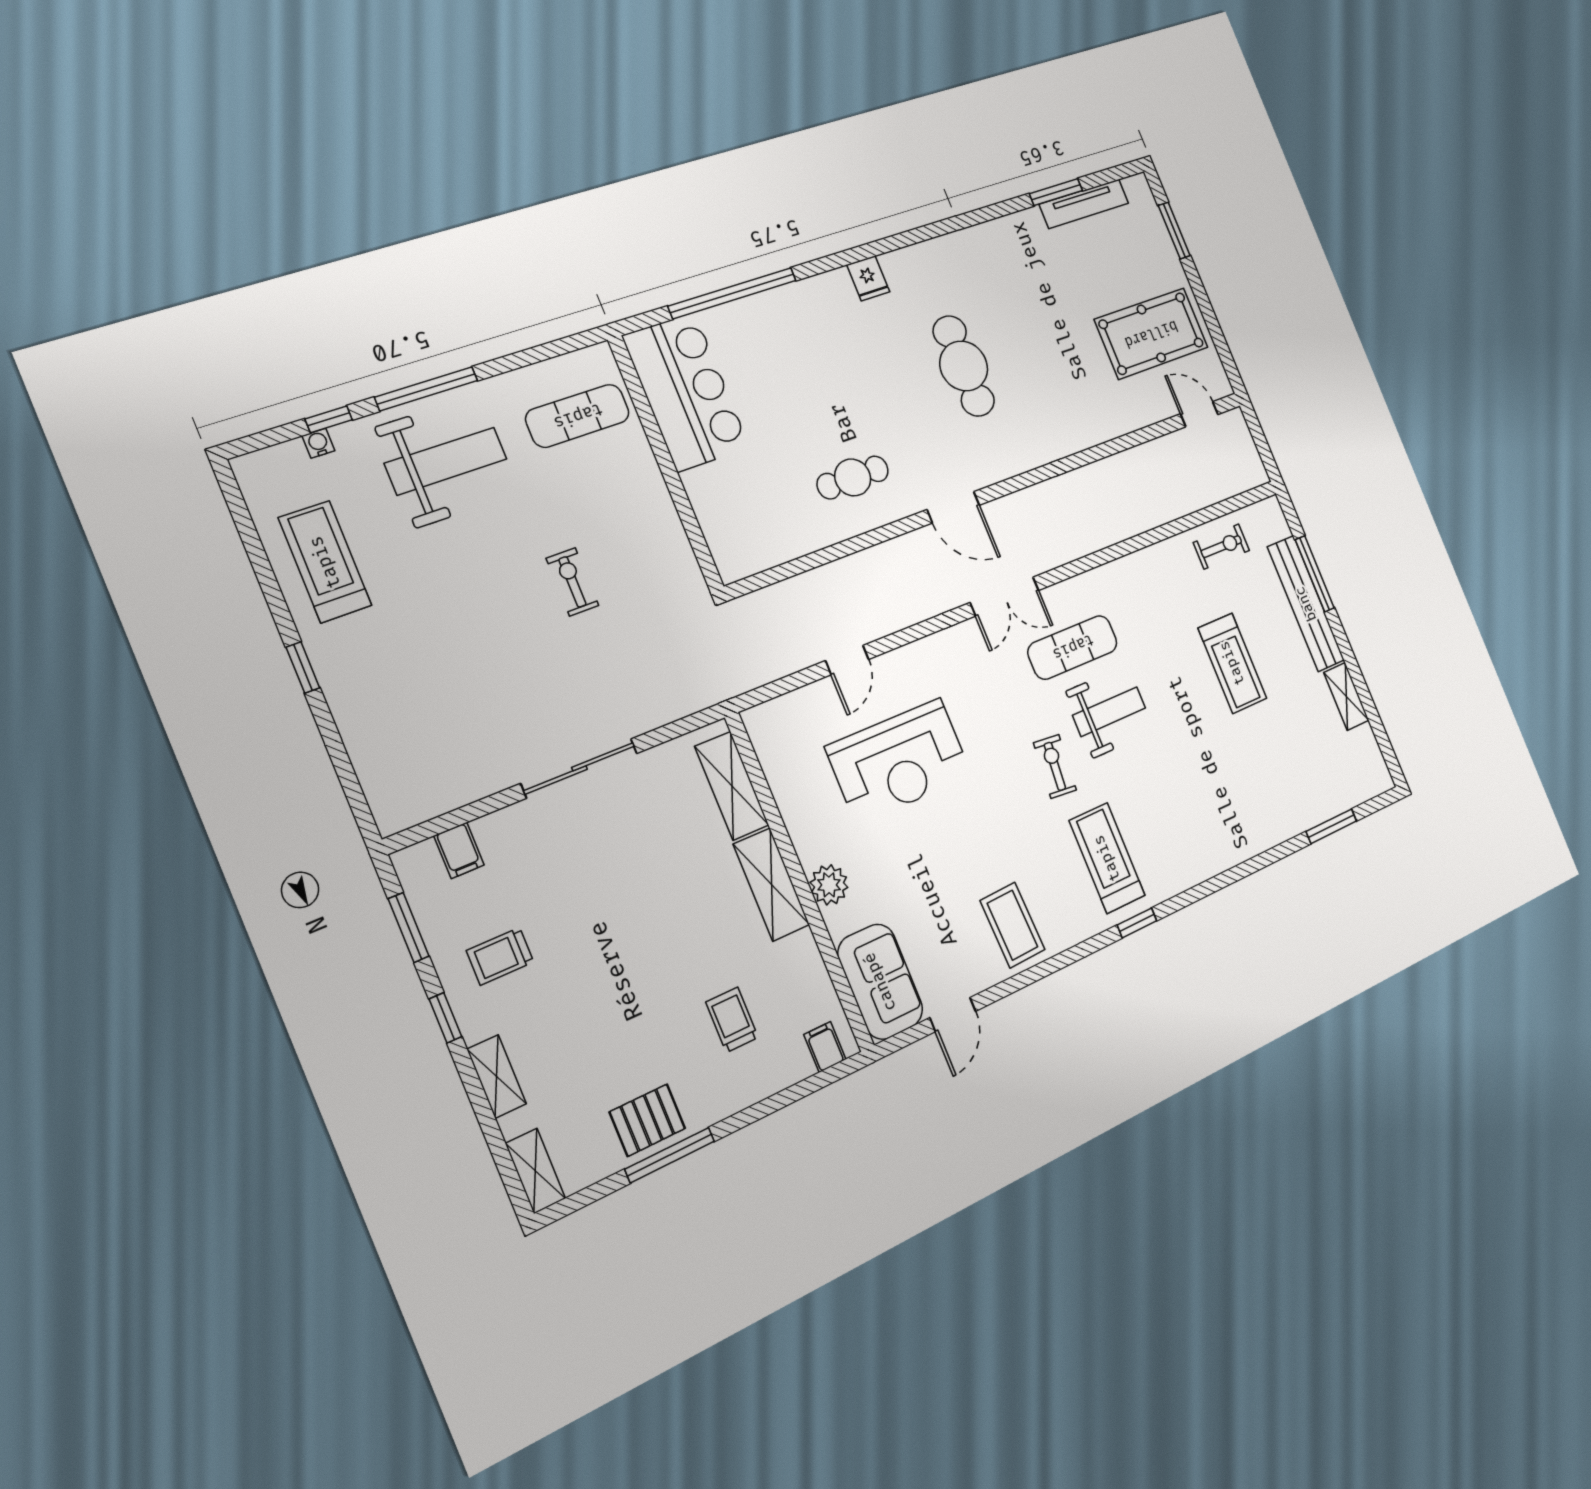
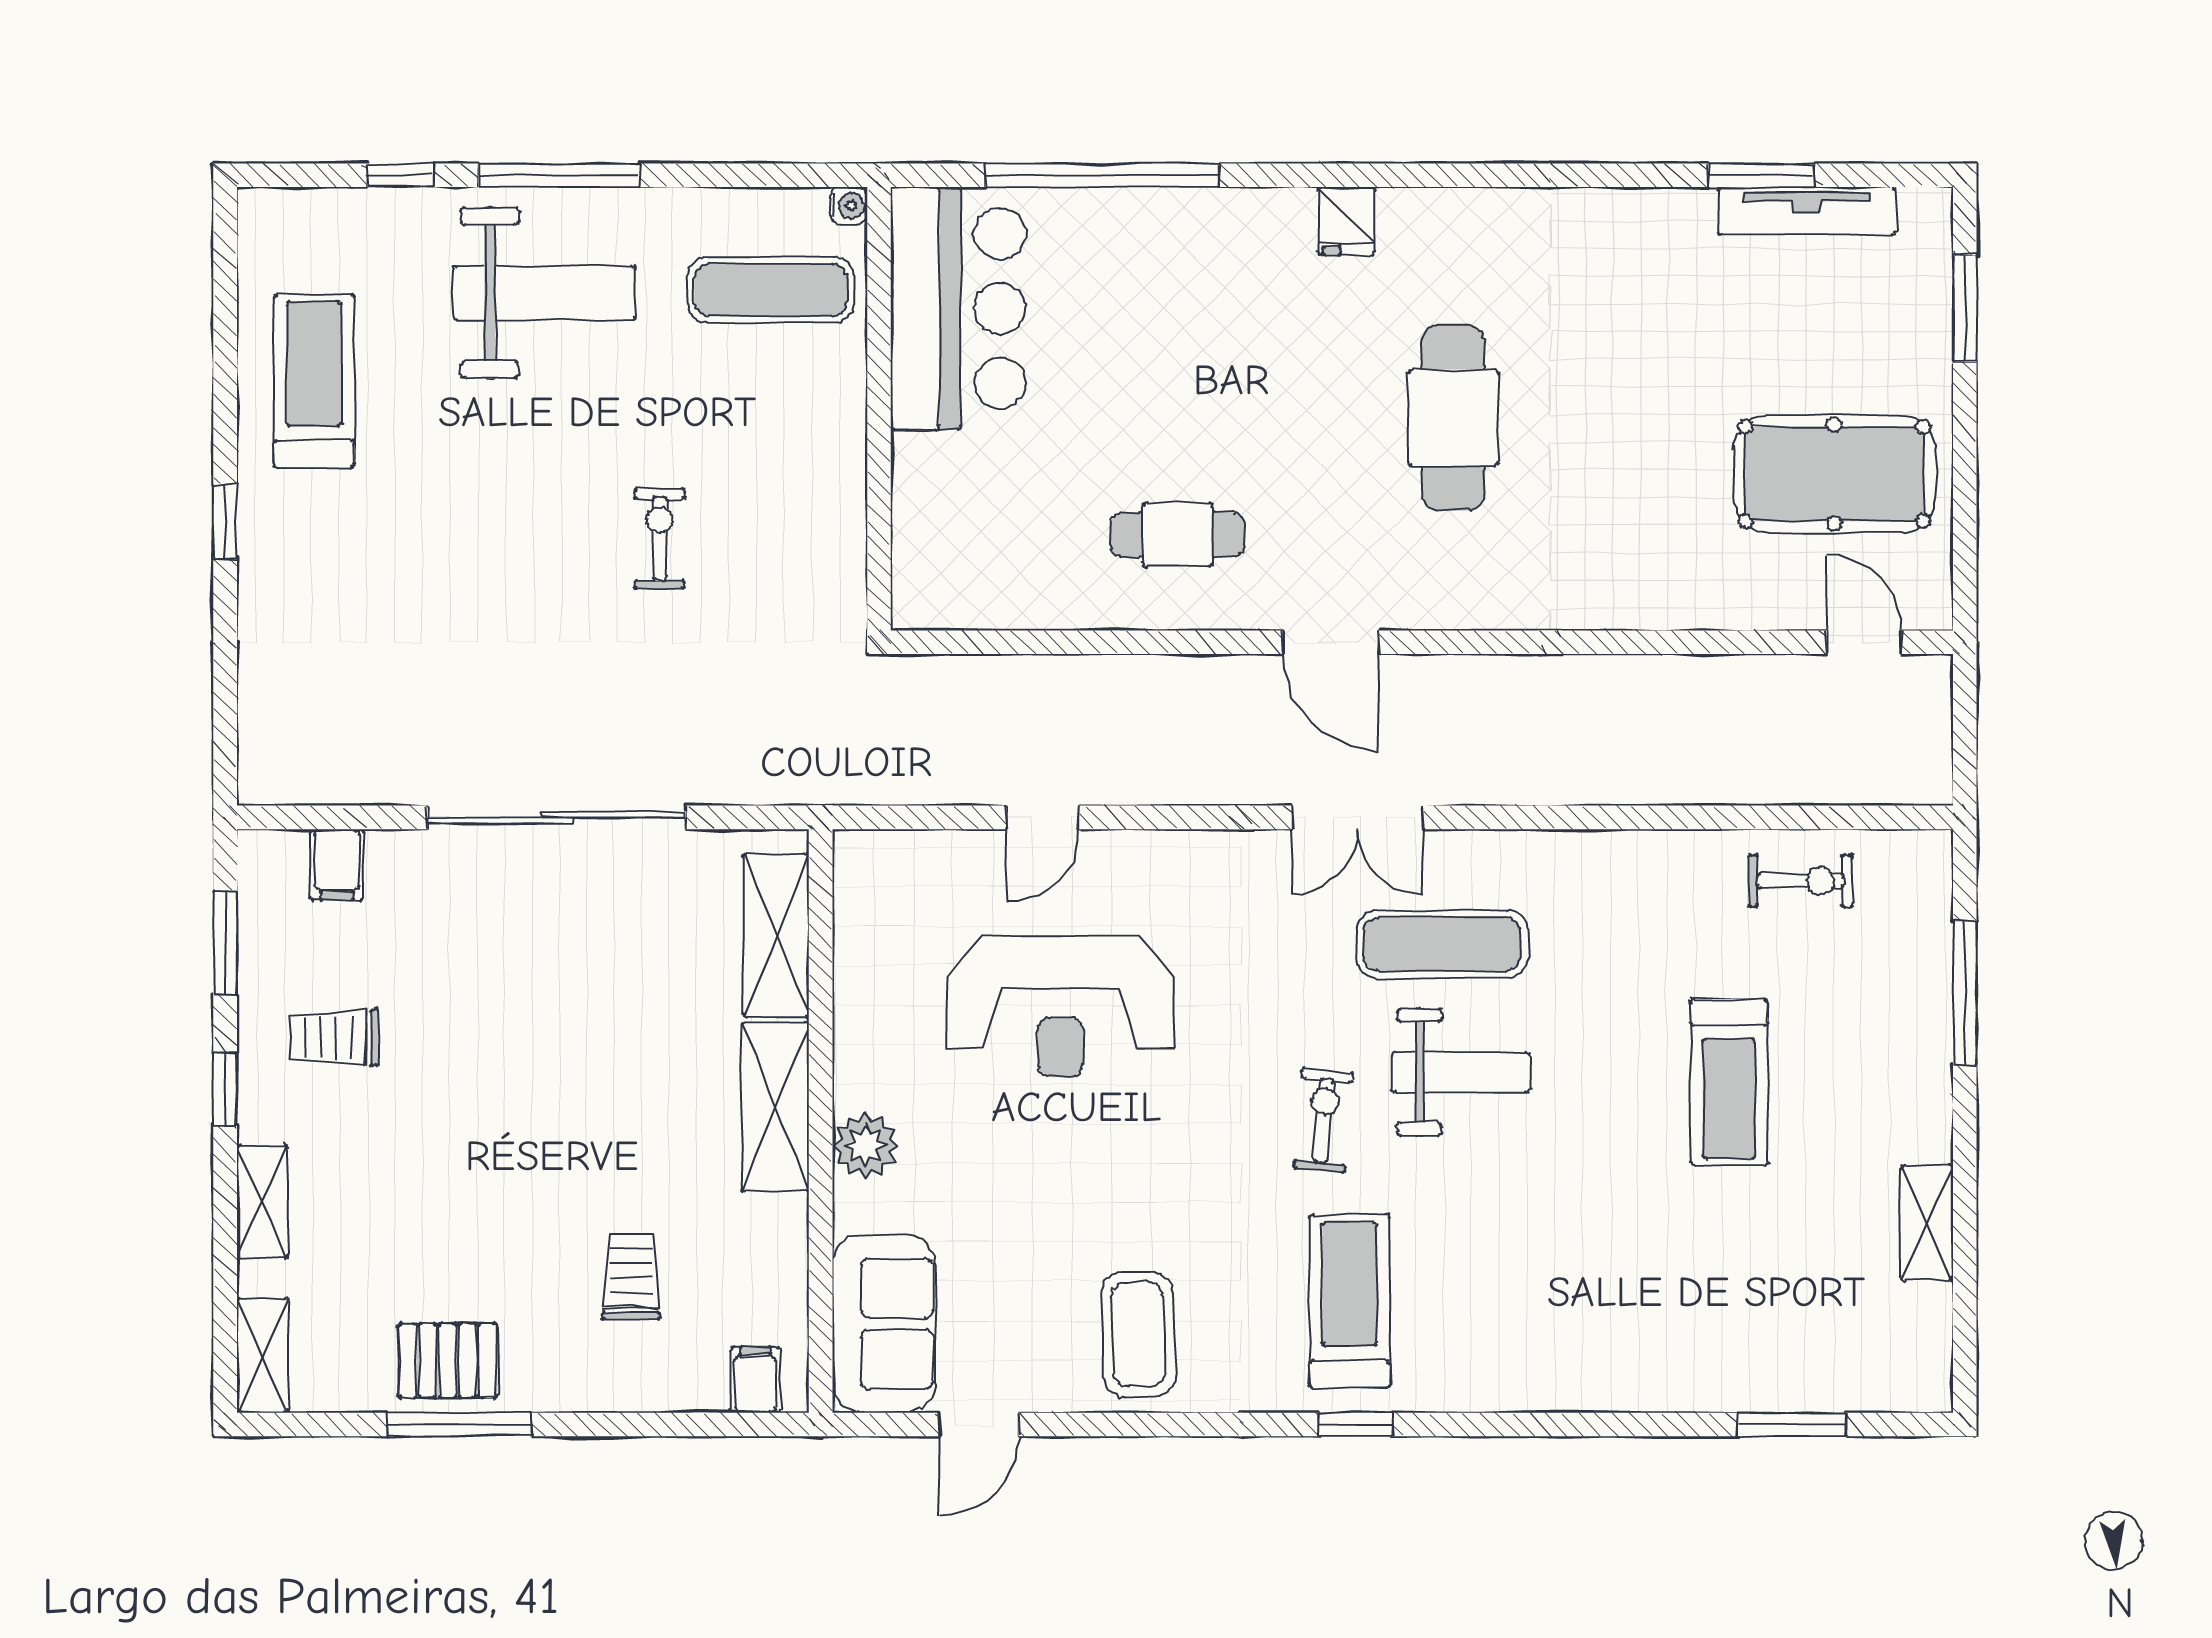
water cooler: (318, 443) -> (849, 206), moved, turned 90
bench: (1306, 604) -> (1922, 1037), removed
sliding door: (579, 768) -> (557, 817), width x1.36

